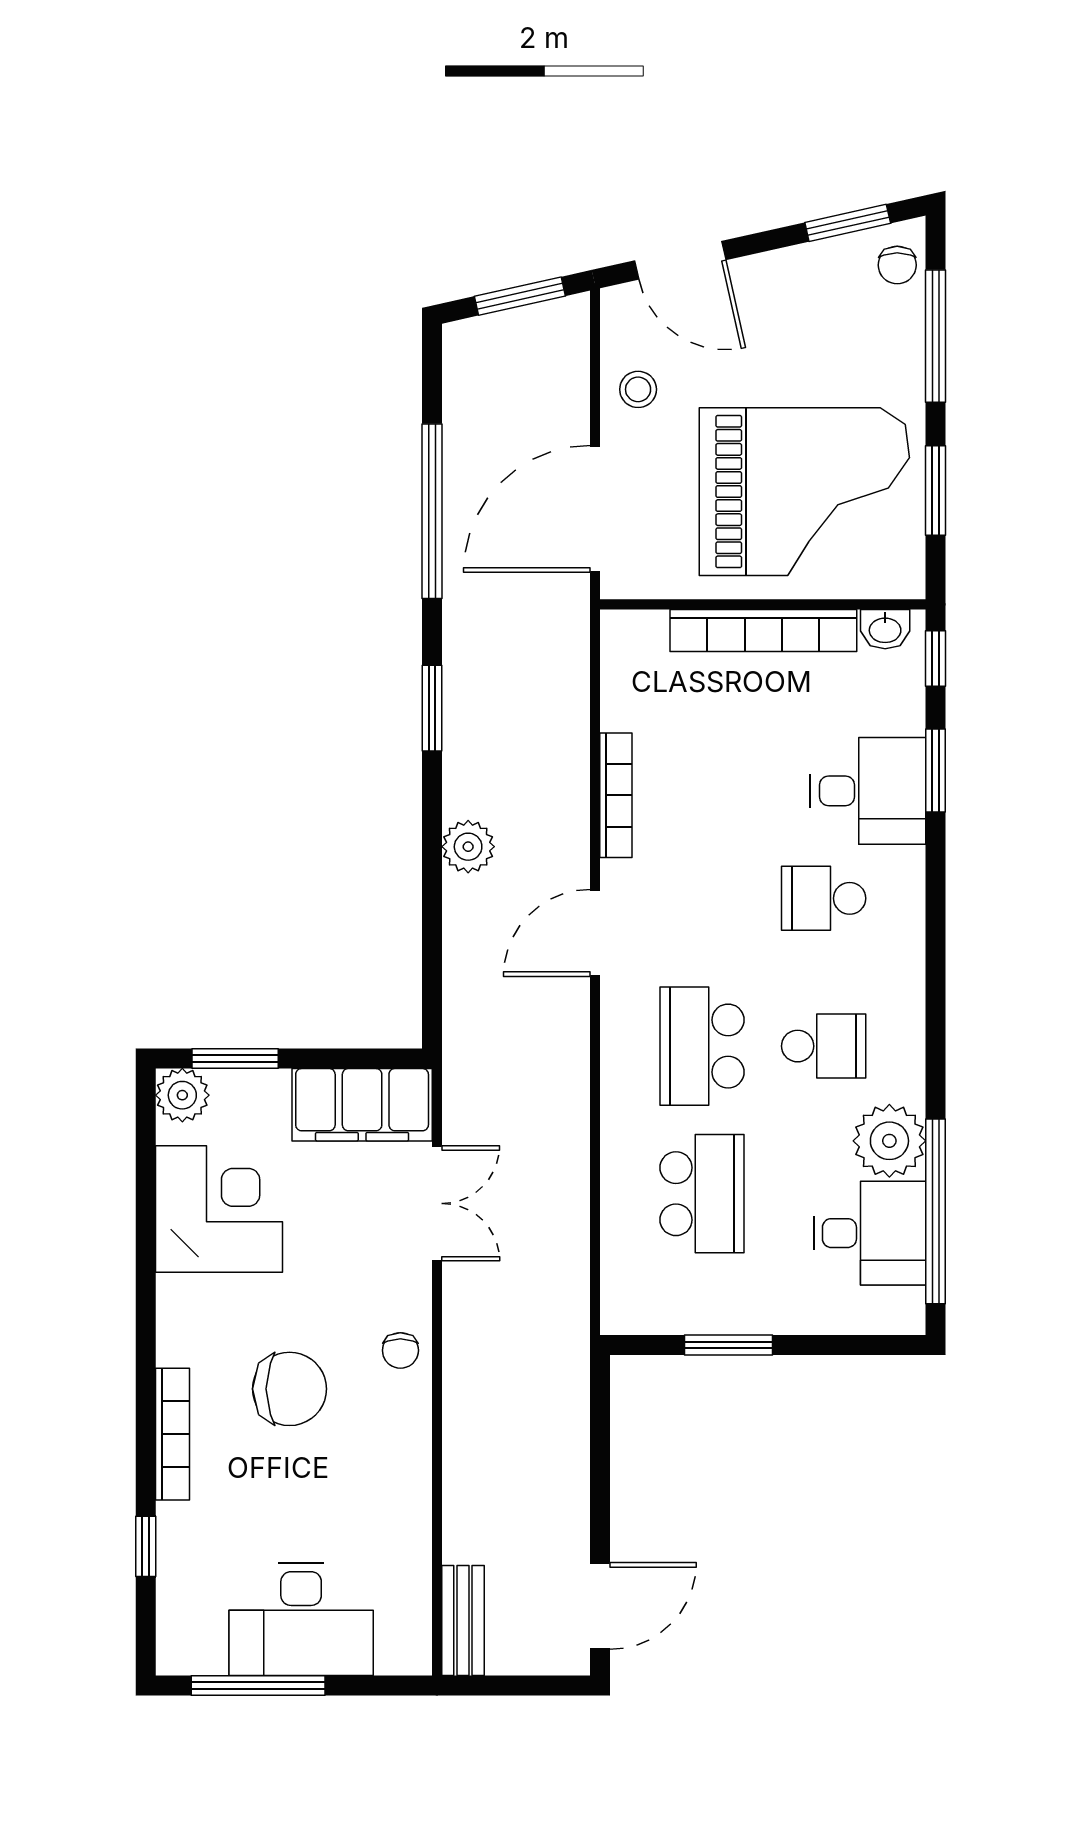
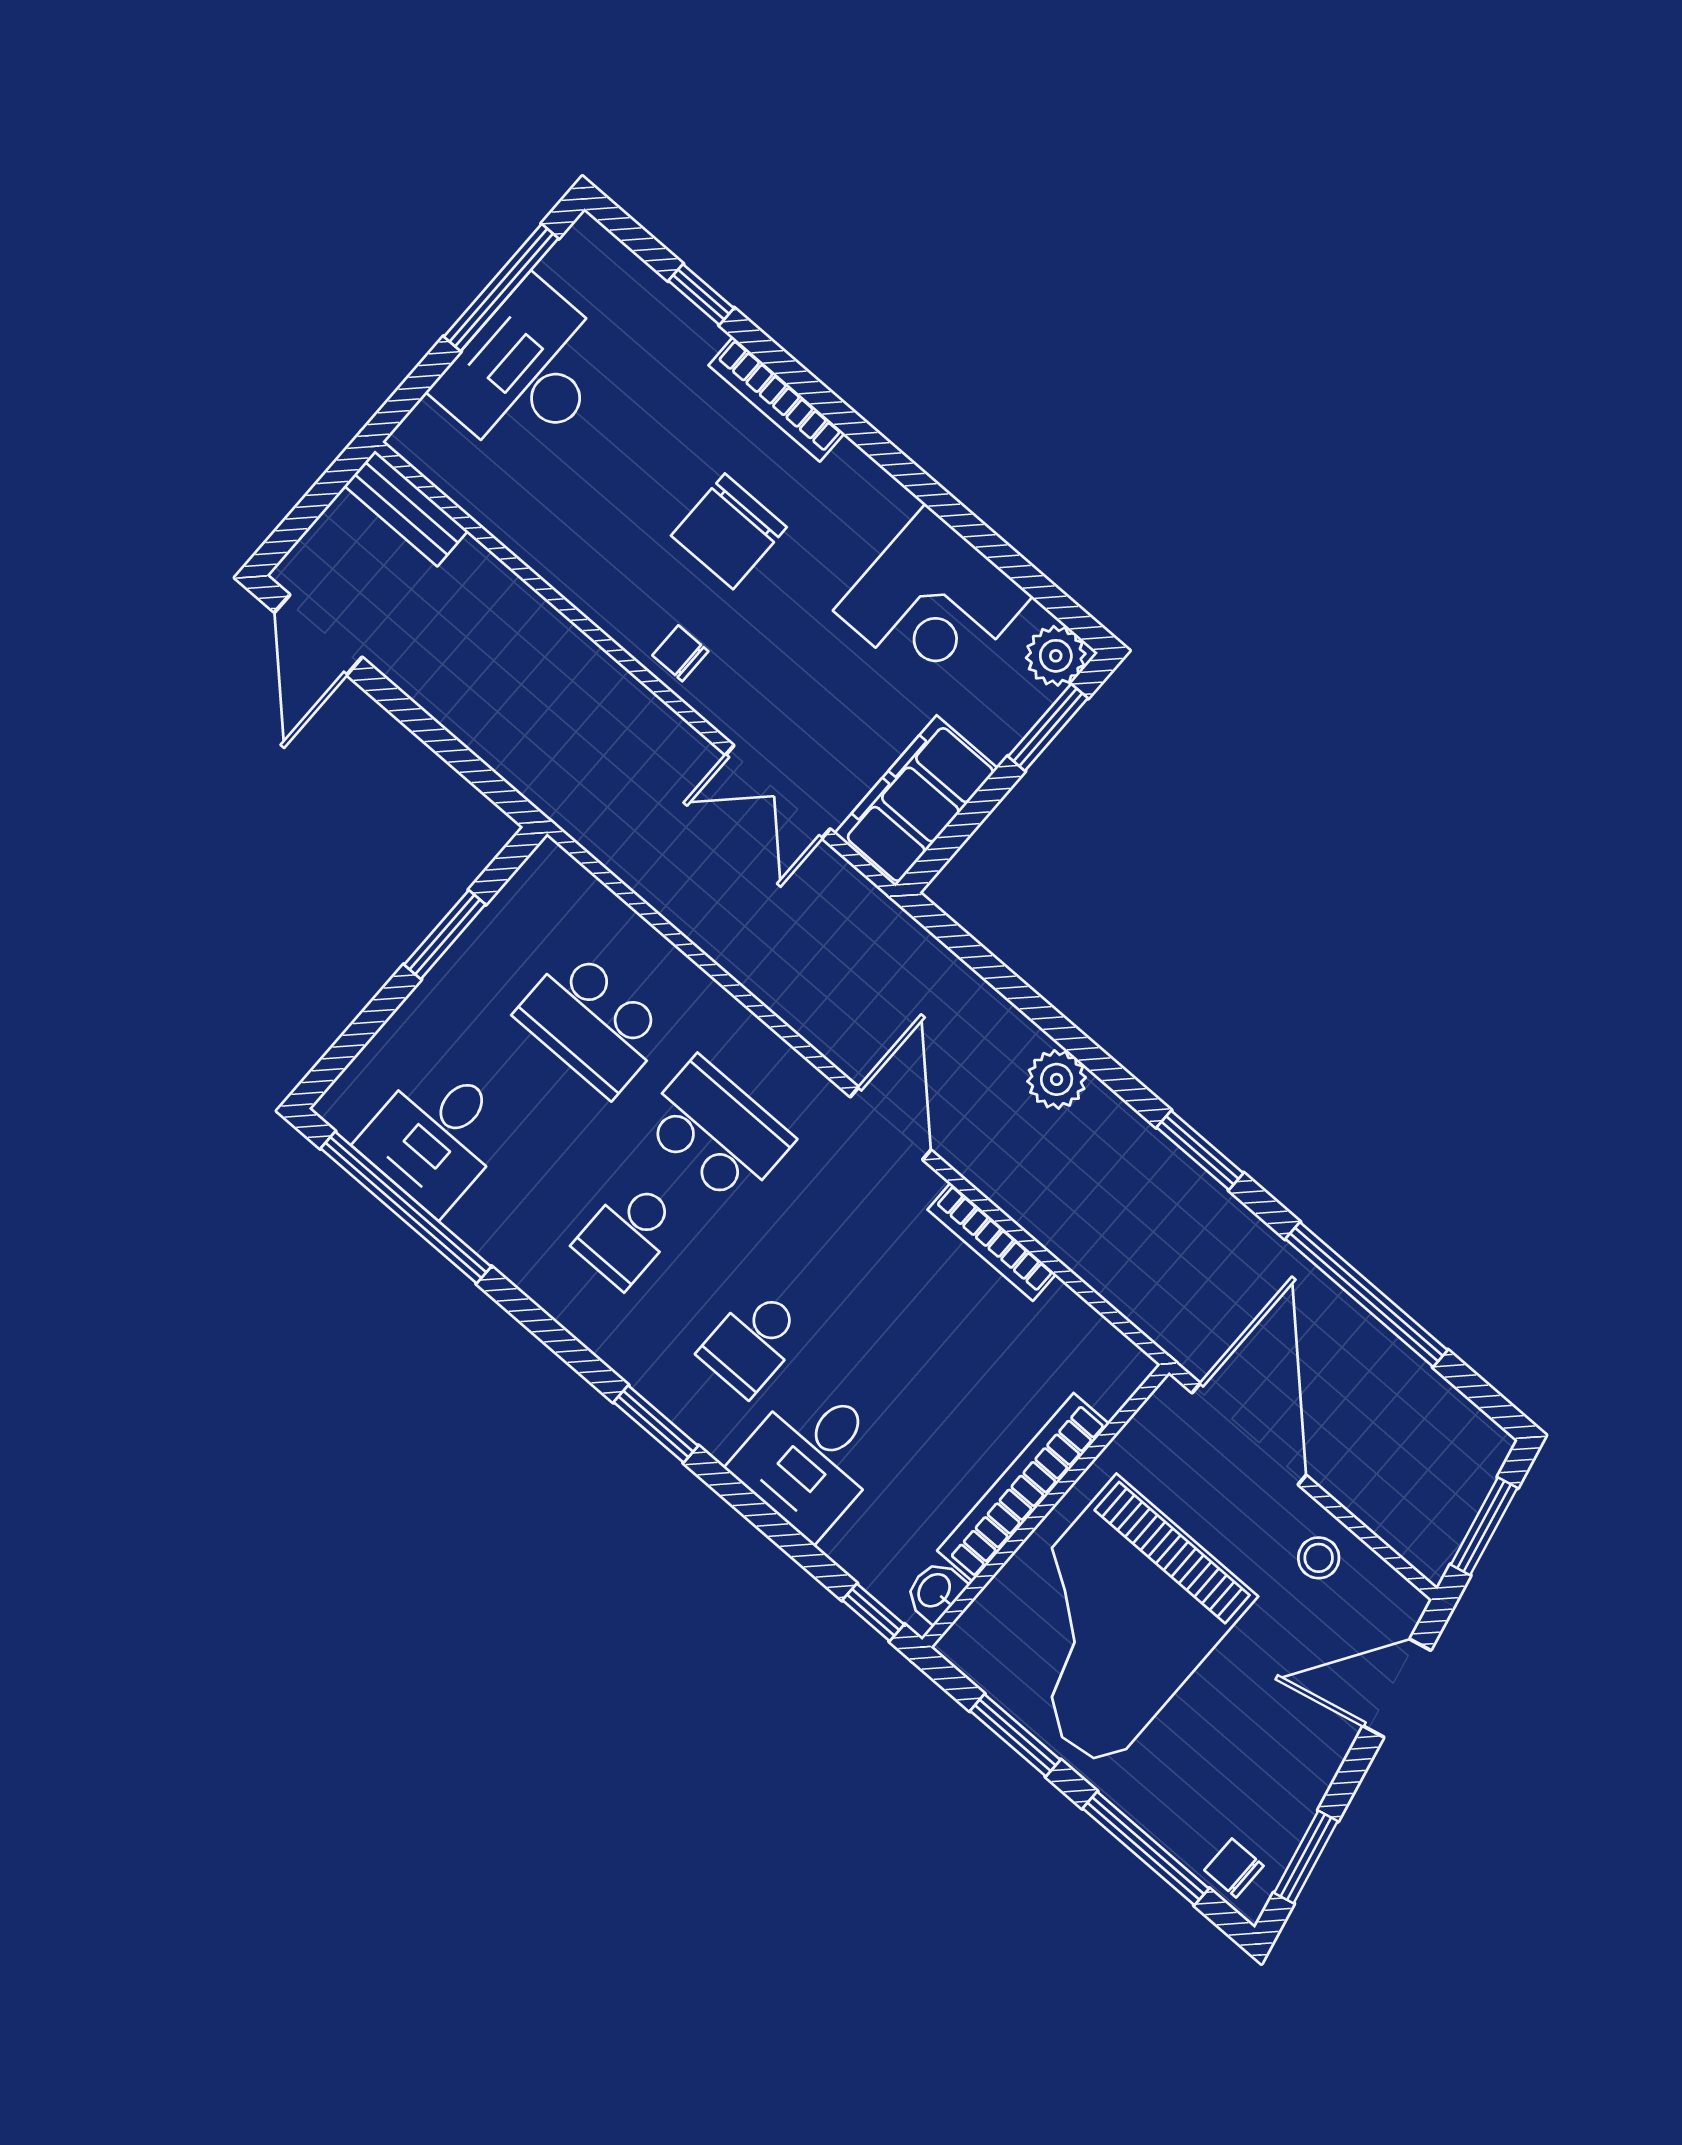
window: (936, 770) -> (656, 1424), moved
school desk: (824, 898) -> (753, 1342), turned 180
plant: (889, 1141) -> (499, 1220), removed

